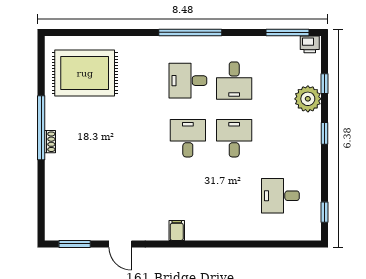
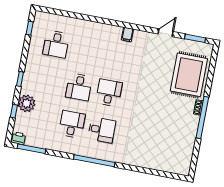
rug: (85, 73) -> (189, 75), moved, turned 90
desk: (188, 138) -> (109, 93), turned 180
desk: (280, 196) -> (56, 44), turned 90
door: (120, 244) -> (166, 33), hinge flipped

